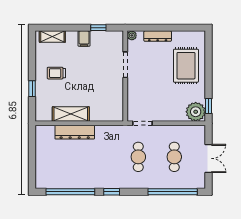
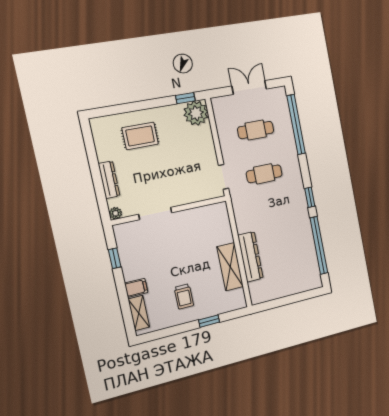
filing cabinet: (84, 39) -> (136, 288), moved
rug: (186, 66) -> (140, 136), width x0.73, depth x0.70

